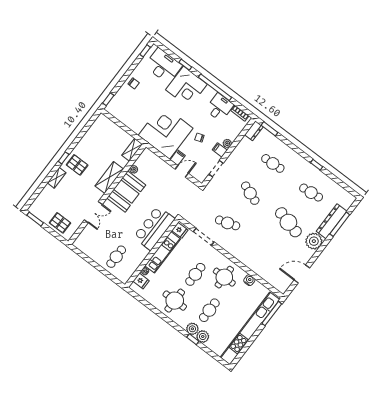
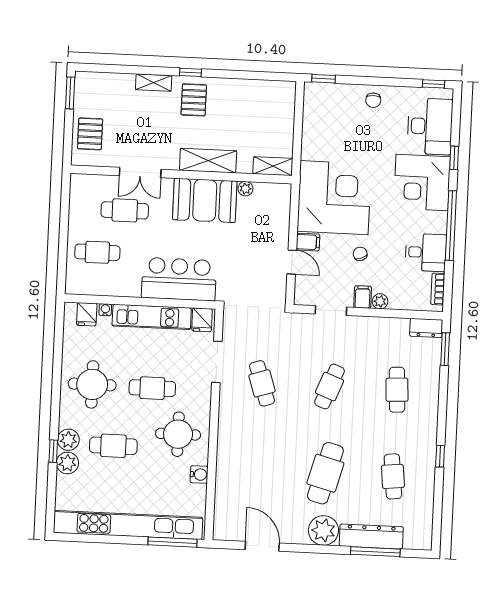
cafe table: (106, 231) -> (125, 210), added

